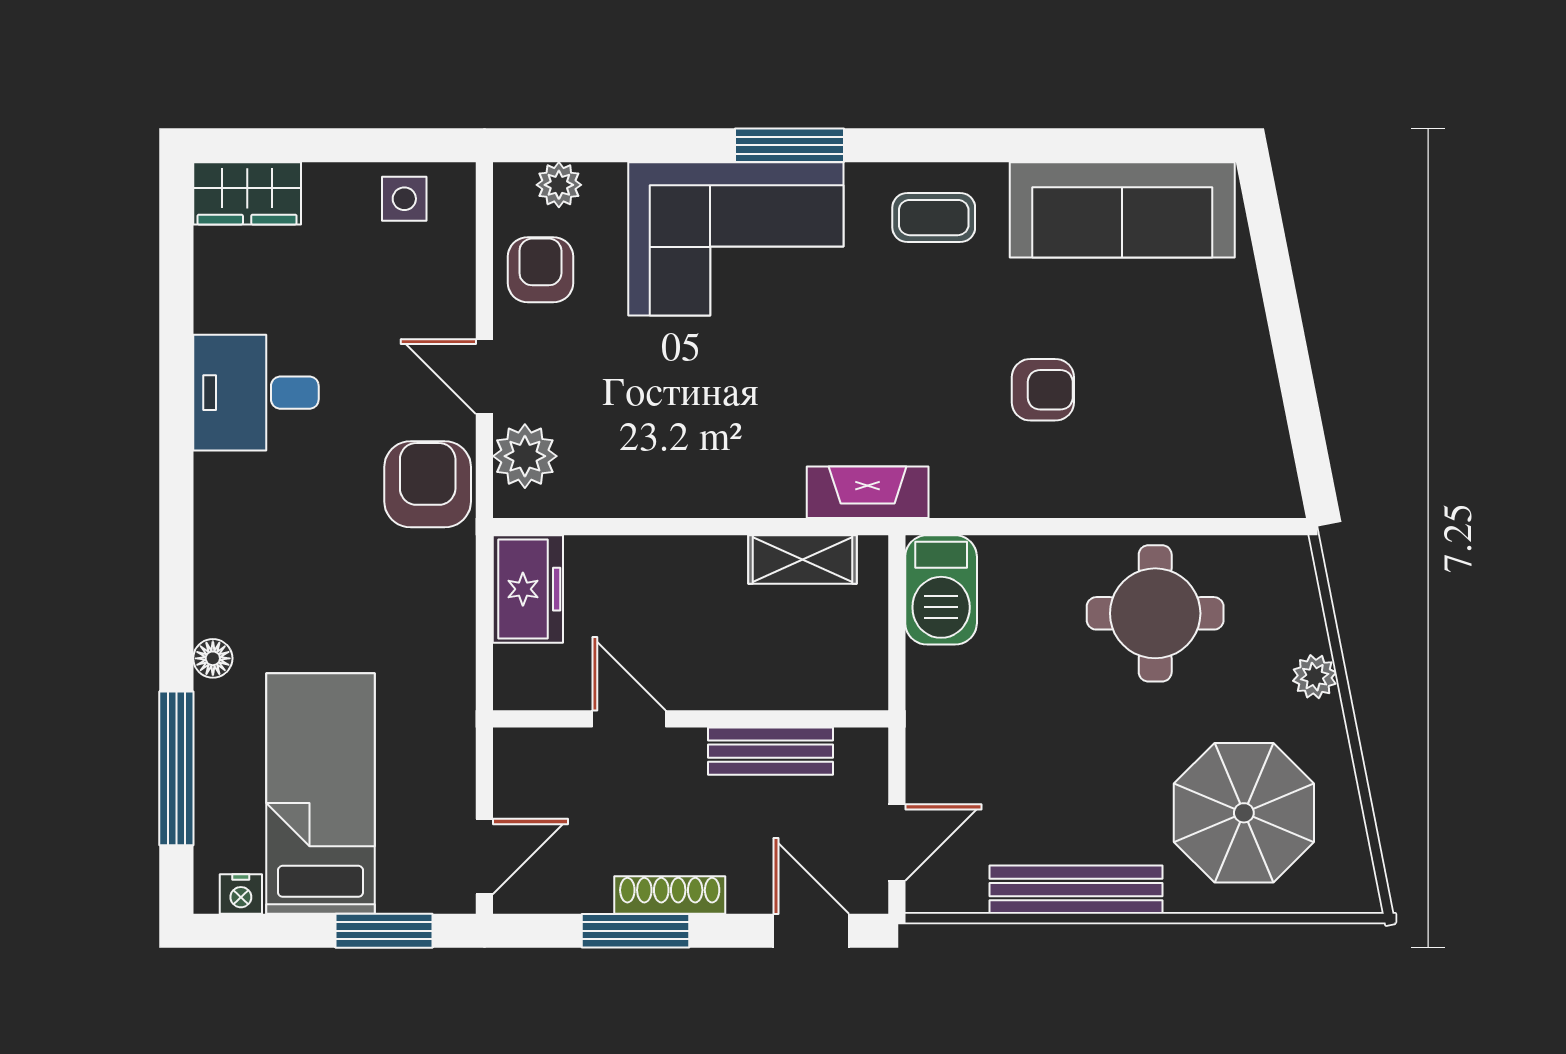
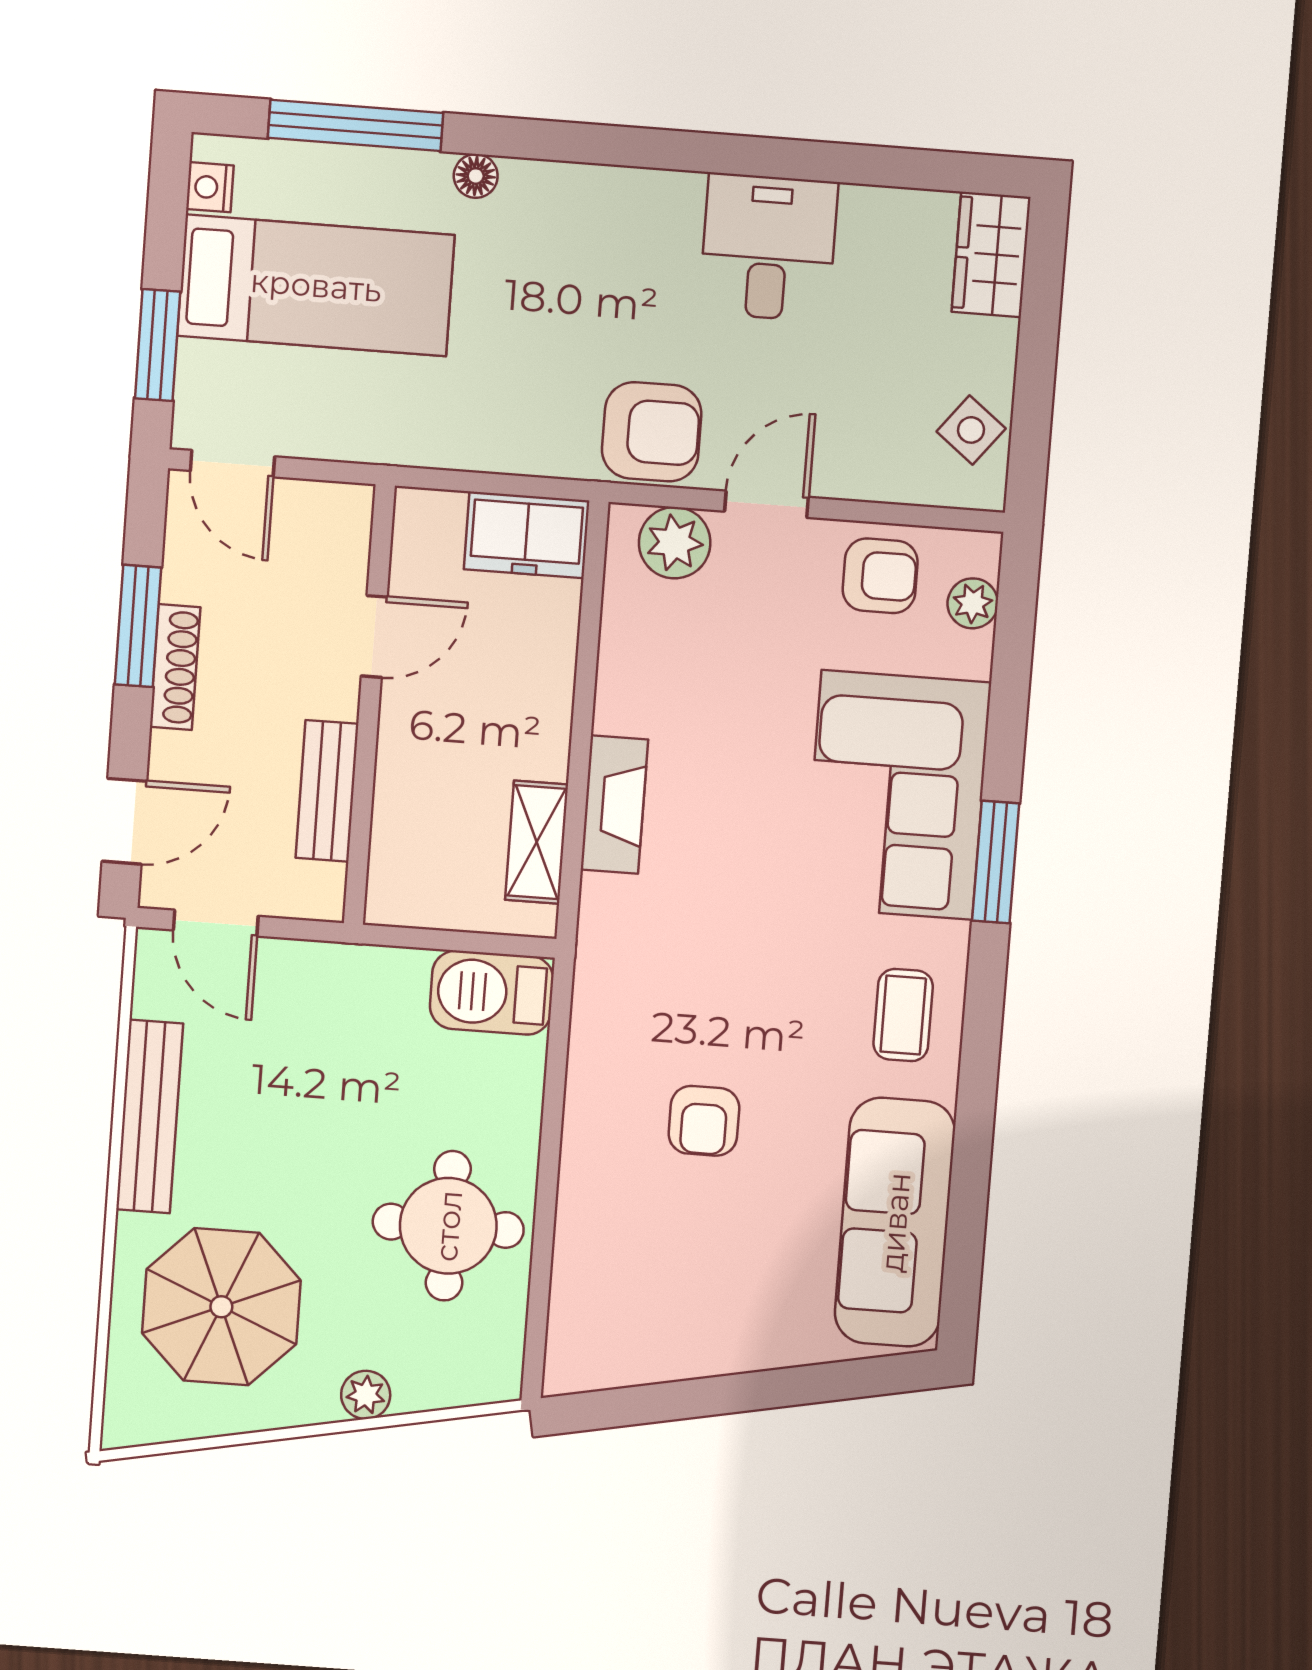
side table: (404, 199) -> (971, 430), turned 38
fireplace: (868, 492) -> (614, 805), moved

